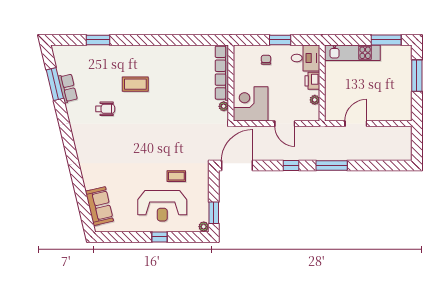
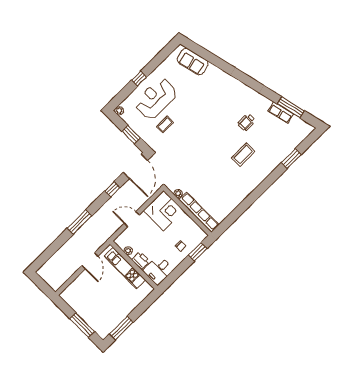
window: (280, 40) -> (198, 252), moved
kitchen unit: (352, 53) -> (125, 268), moved, turned -90
window: (291, 166) -> (112, 189), moved
window: (214, 213) -> (131, 135), moved

